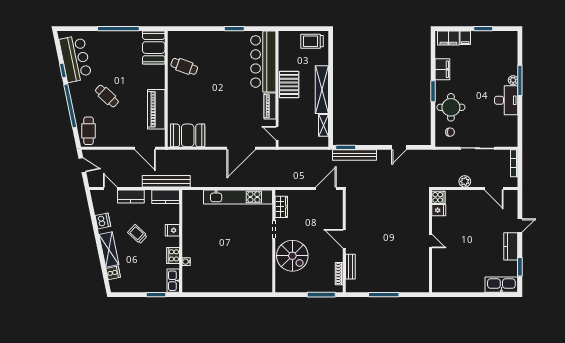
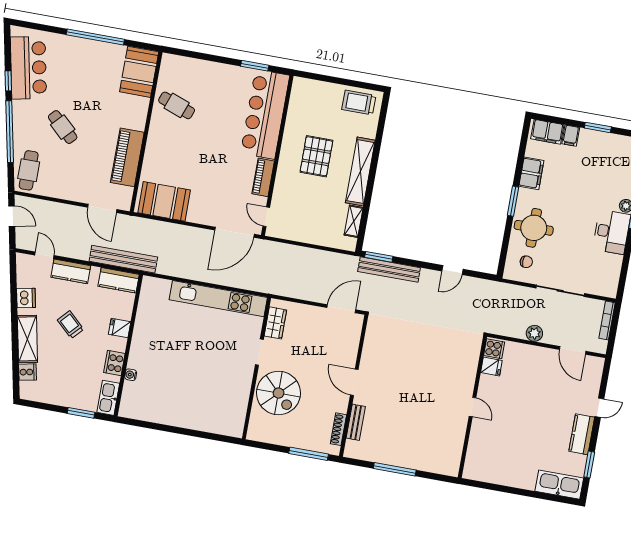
bar counter: (263, 61) -> (265, 114), moved
wall: (277, 89) -> (277, 155), moved
piano: (270, 106) -> (263, 177), moved
door: (277, 133) -> (266, 217), moved

